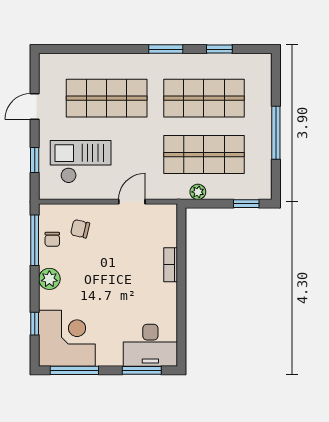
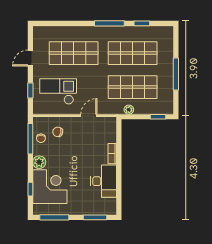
window: (166, 49) -> (109, 23), width x1.44
corner desk: (67, 338) -> (50, 187), moved
desk: (150, 345) -> (104, 181), moved, turned -90

